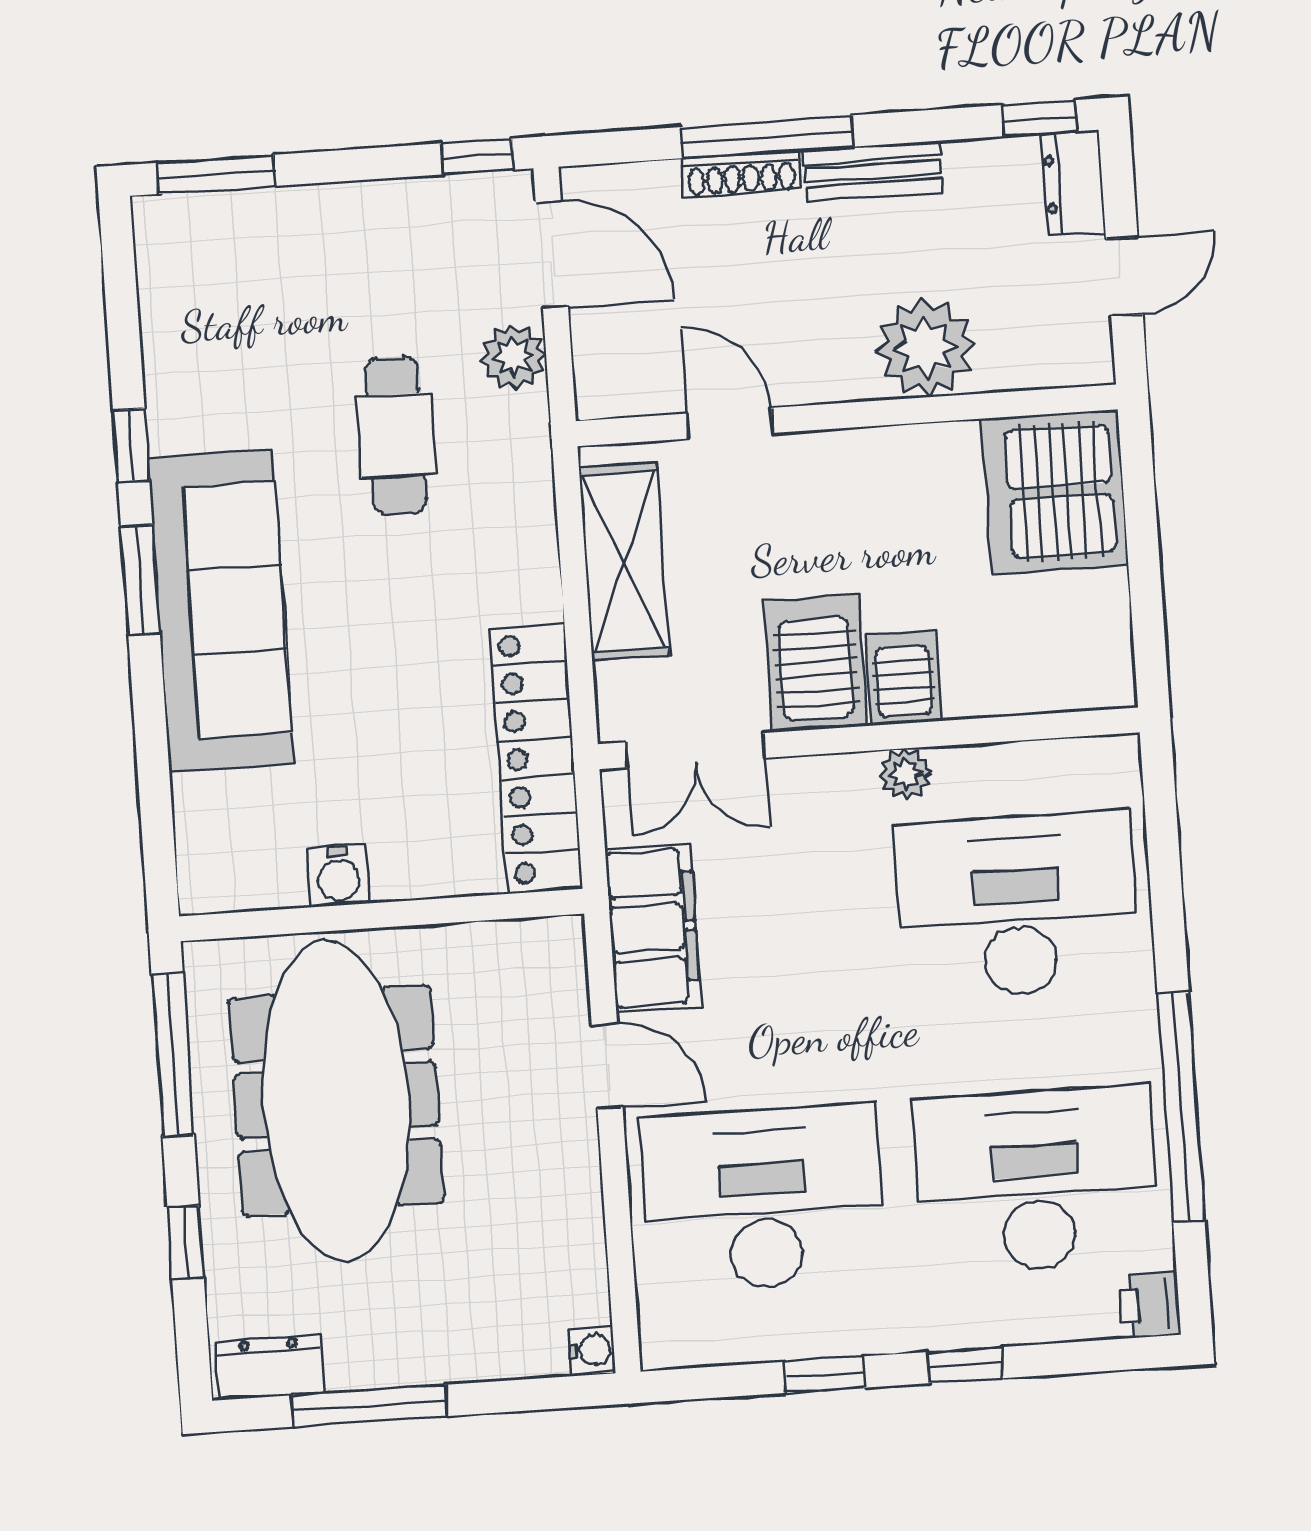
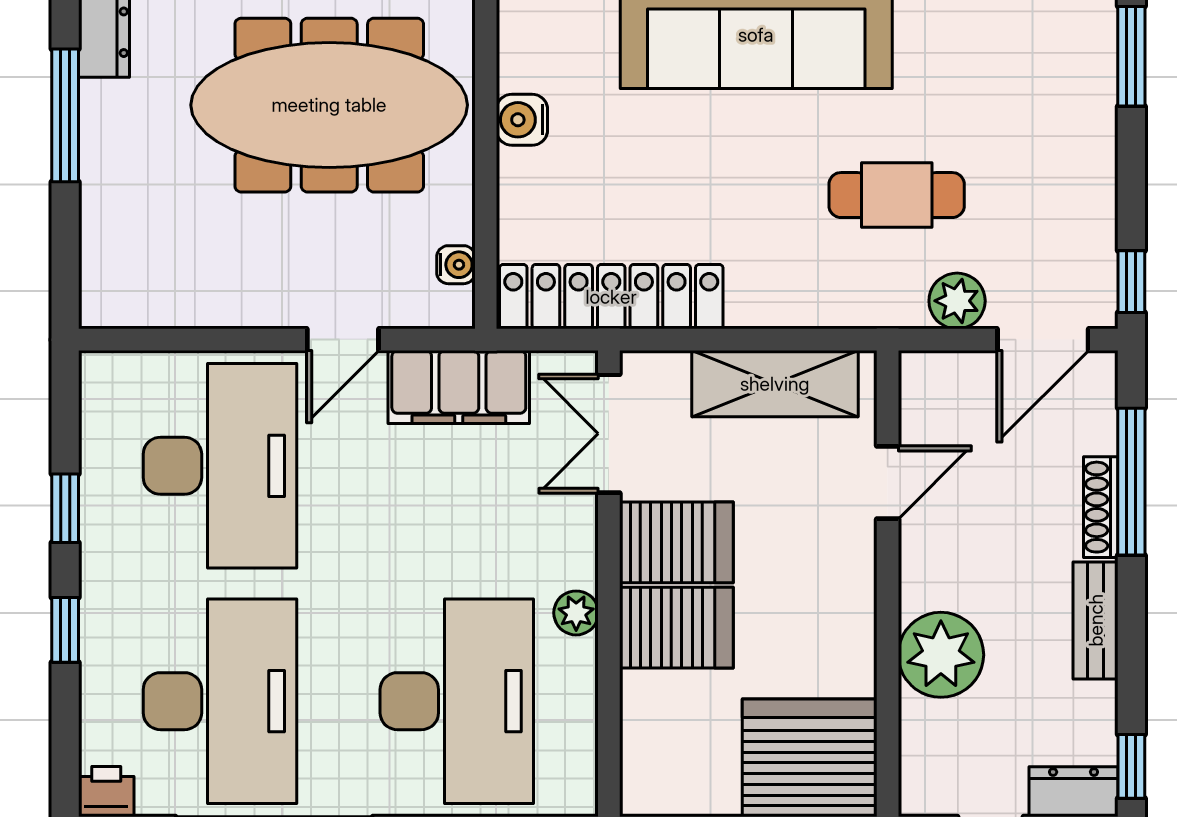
window: (767, 137) -> (1131, 482), moved
server rack: (903, 678) -> (676, 628), width x1.36, depth x1.44
water cooler: (592, 1350) -> (456, 265), moved, turned -90

